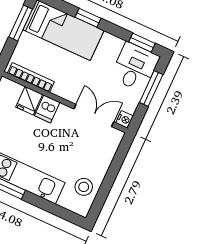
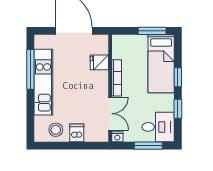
window: (142, 43) -> (178, 109), moved
bookcase: (31, 77) -> (117, 78), moved
dishwasher: (47, 109) -> (77, 133), moved, turned 90

